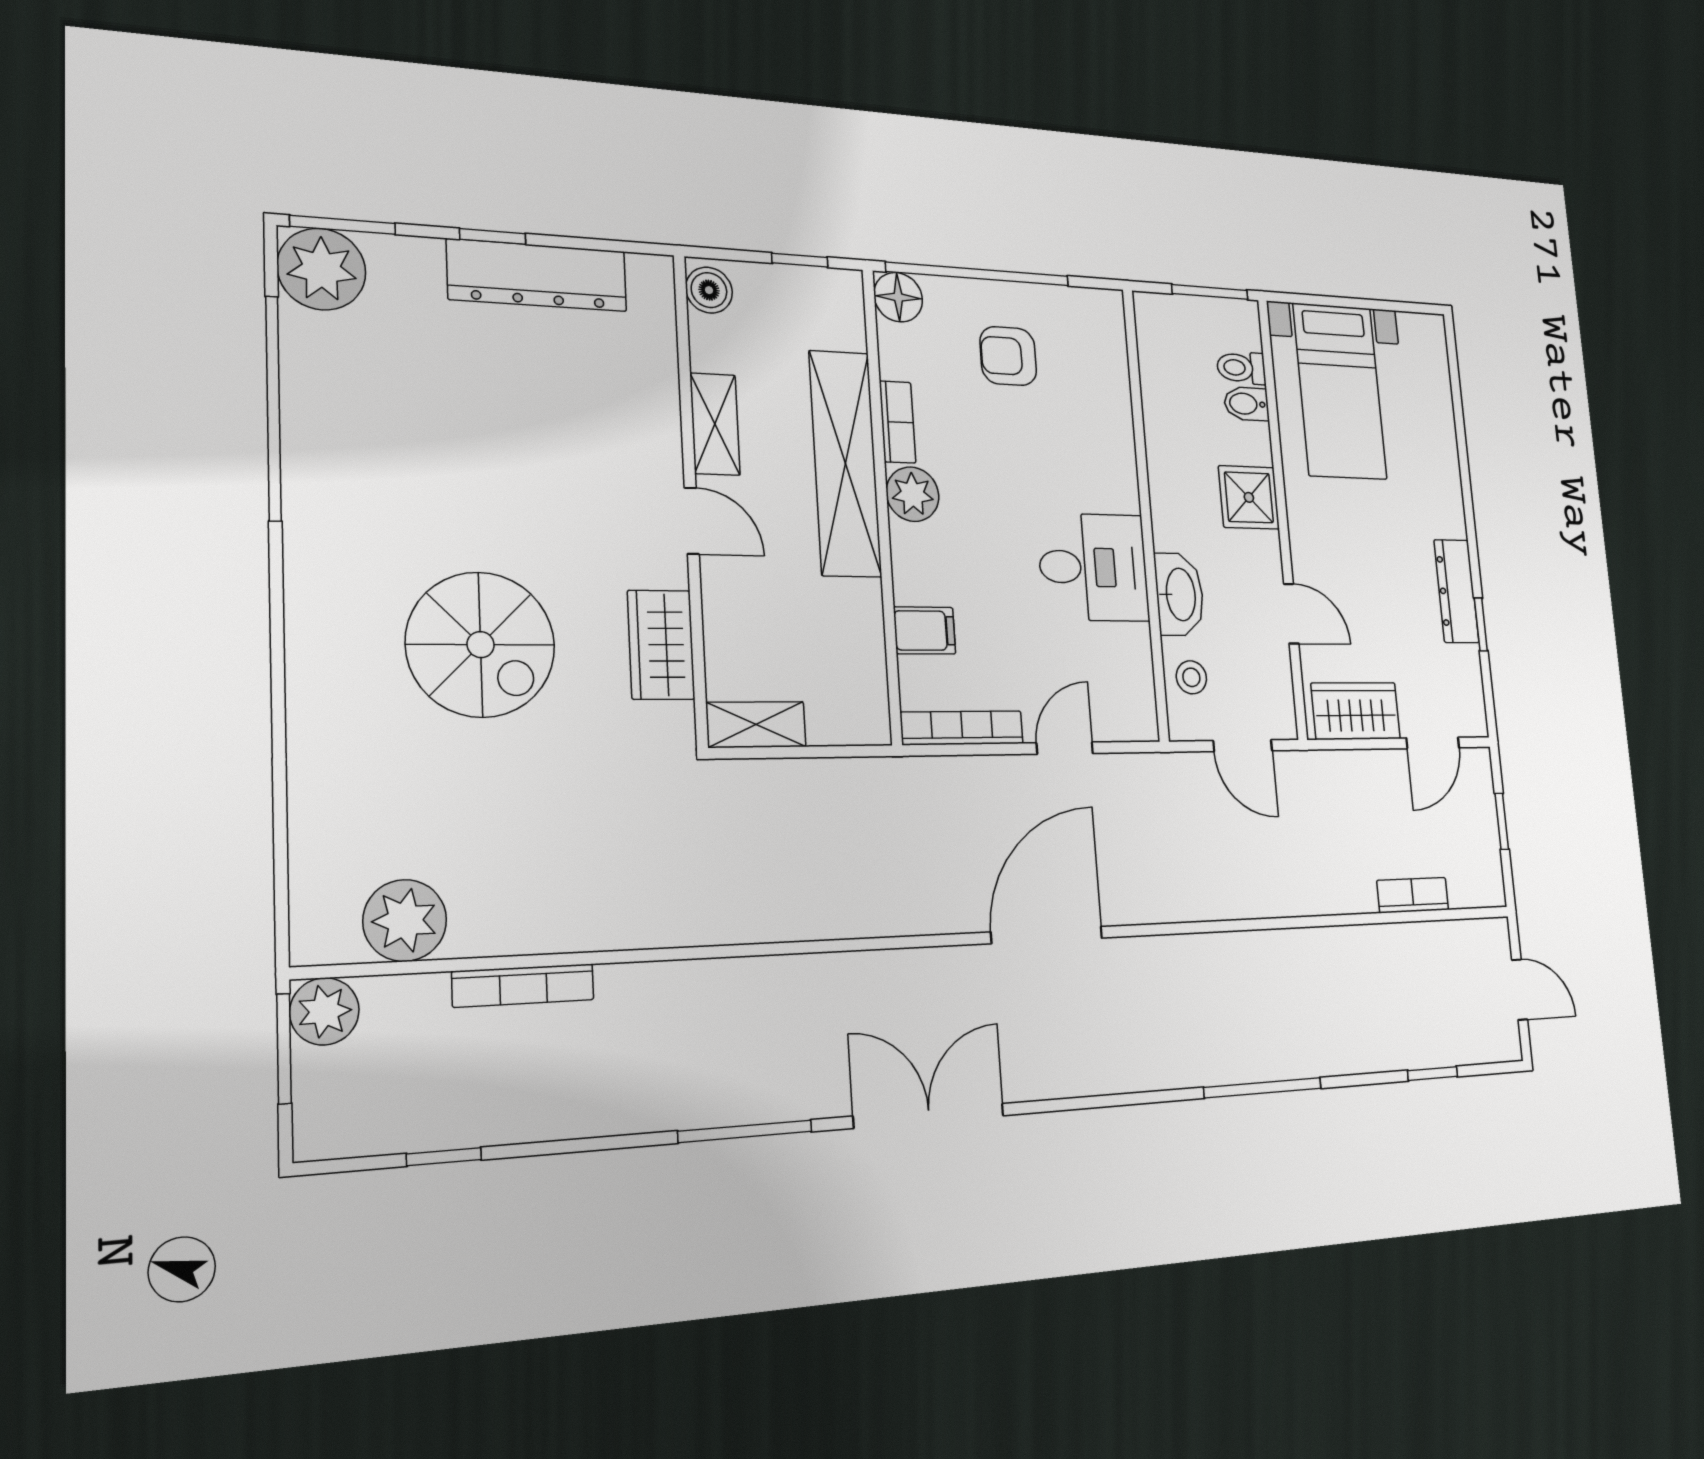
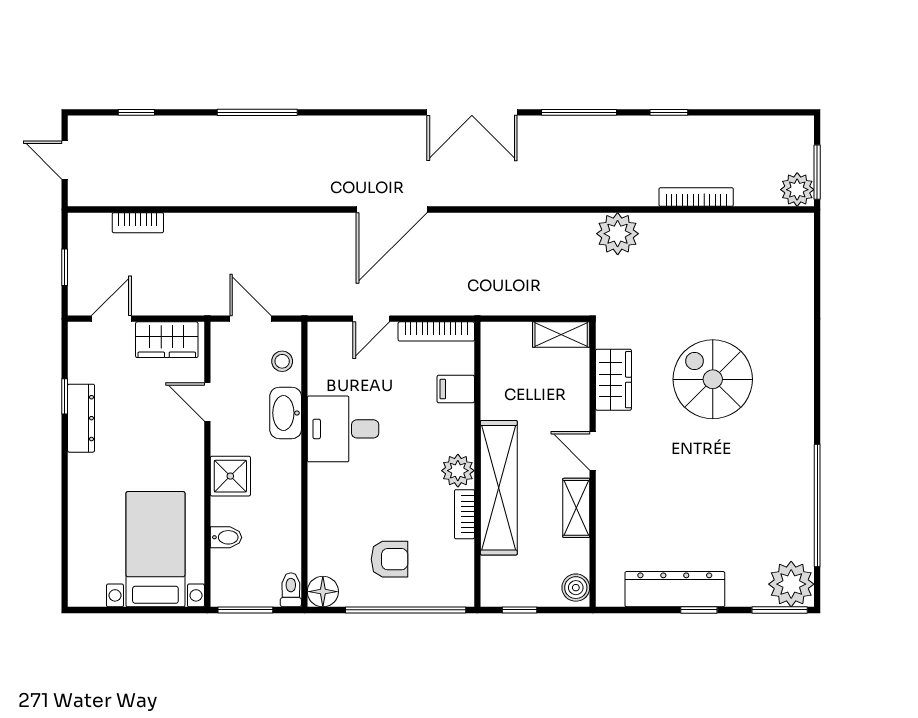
floor lamp: (898, 297) -> (323, 592), moved
toilet: (1241, 368) -> (291, 590), moved, turned -90
plant: (405, 920) -> (618, 234), moved
window: (444, 1157) -> (669, 112), moved

